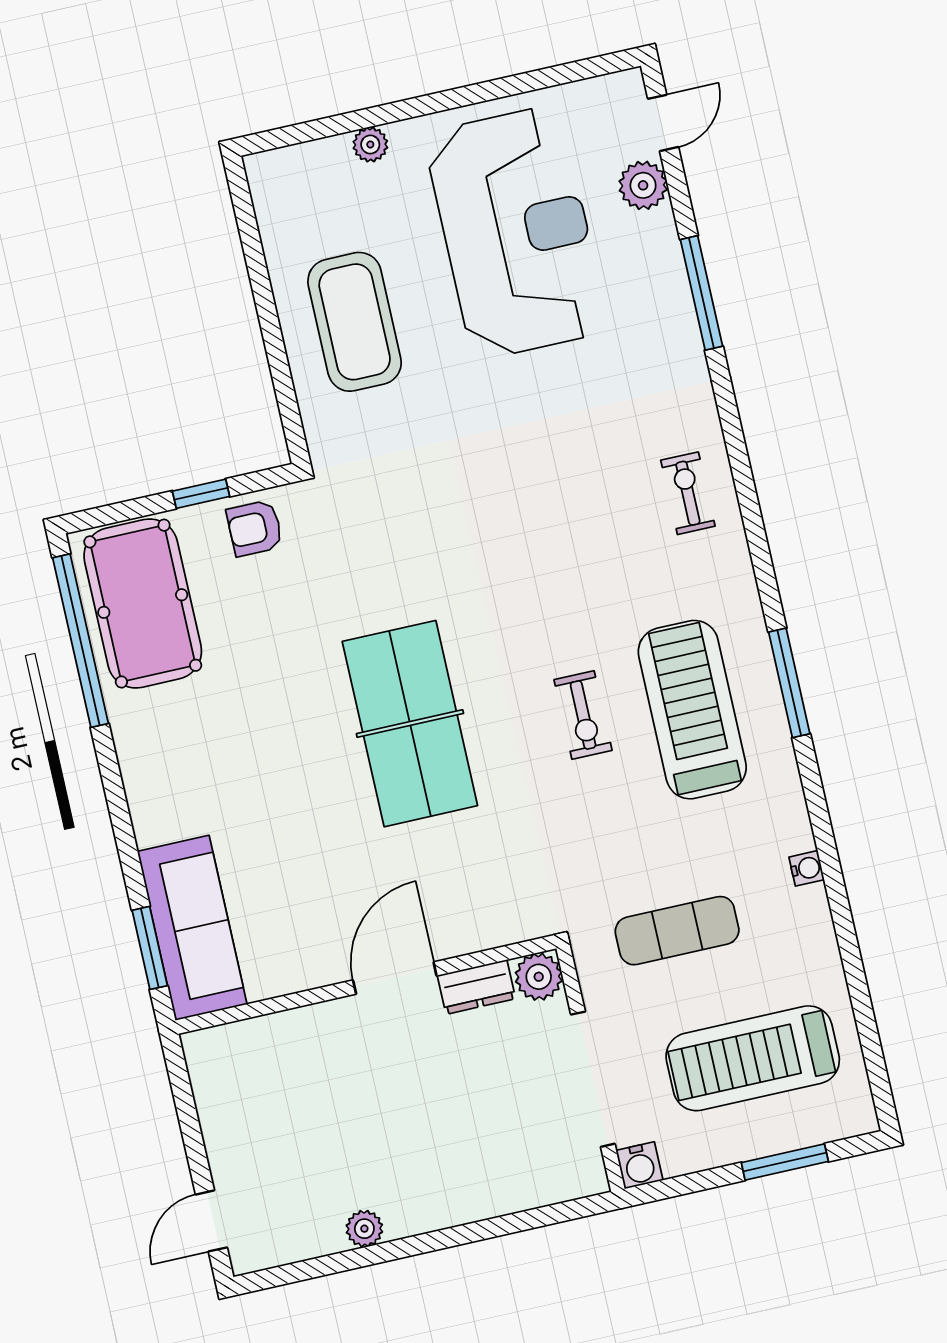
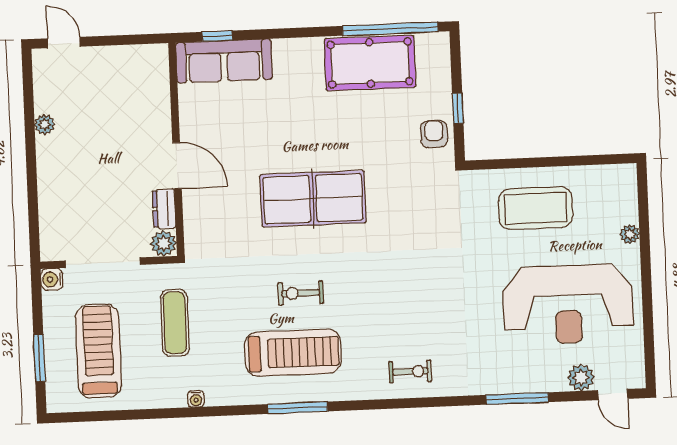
pool table: (143, 604) -> (370, 63), moved
window: (150, 948) -> (217, 36), width x0.67

